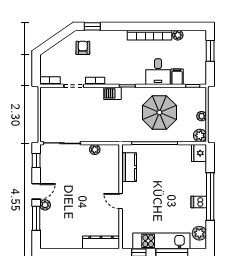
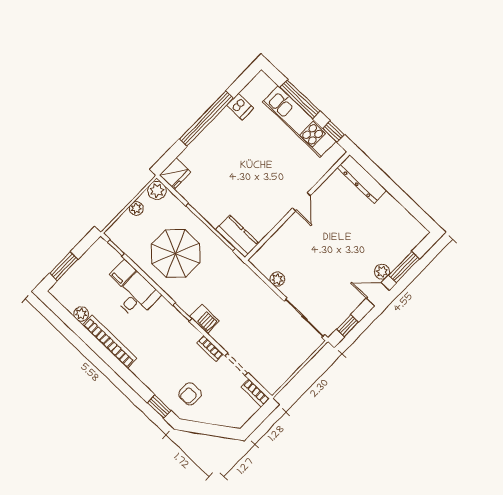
kitchen counter: (129, 167) -> (237, 236), moved, turned 90
dishwasher: (199, 202) -> (240, 107), moved
plant: (199, 233) -> (253, 92), removed

